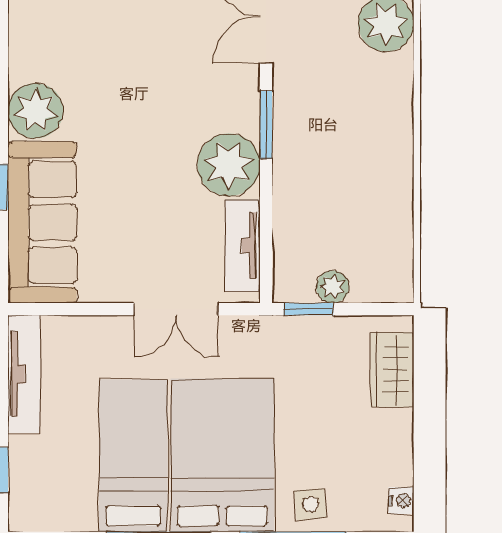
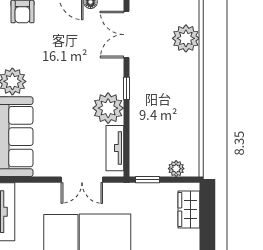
window: (266, 125) -> (127, 88), width x0.67
plant: (333, 287) -> (176, 169), moved

